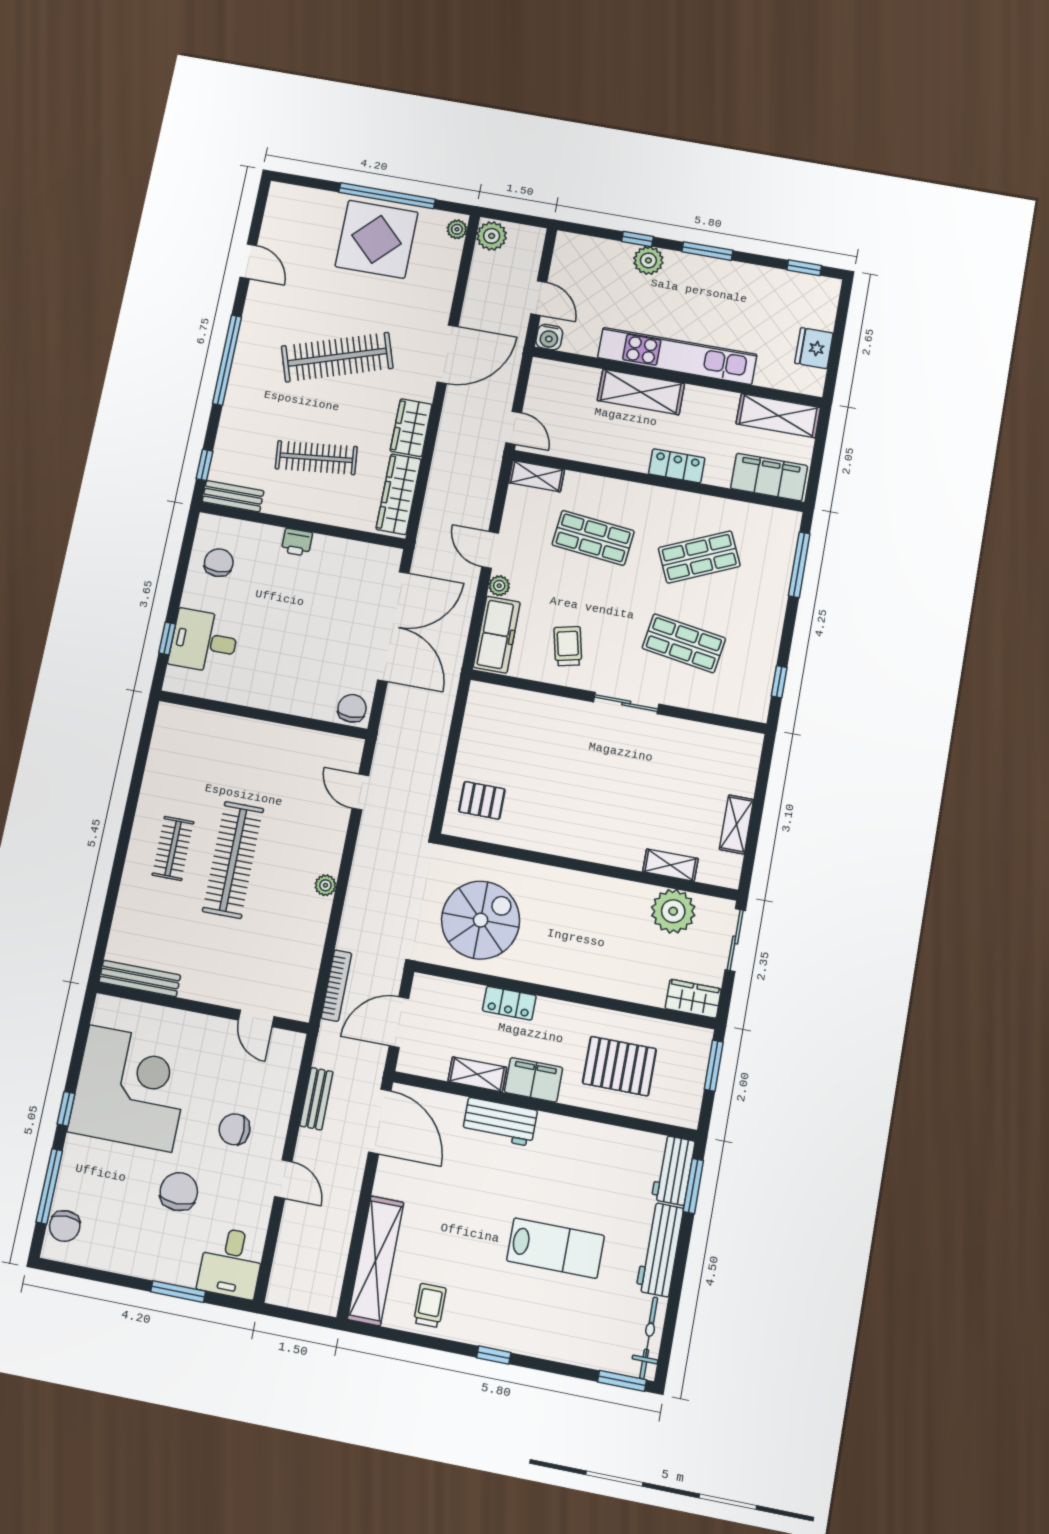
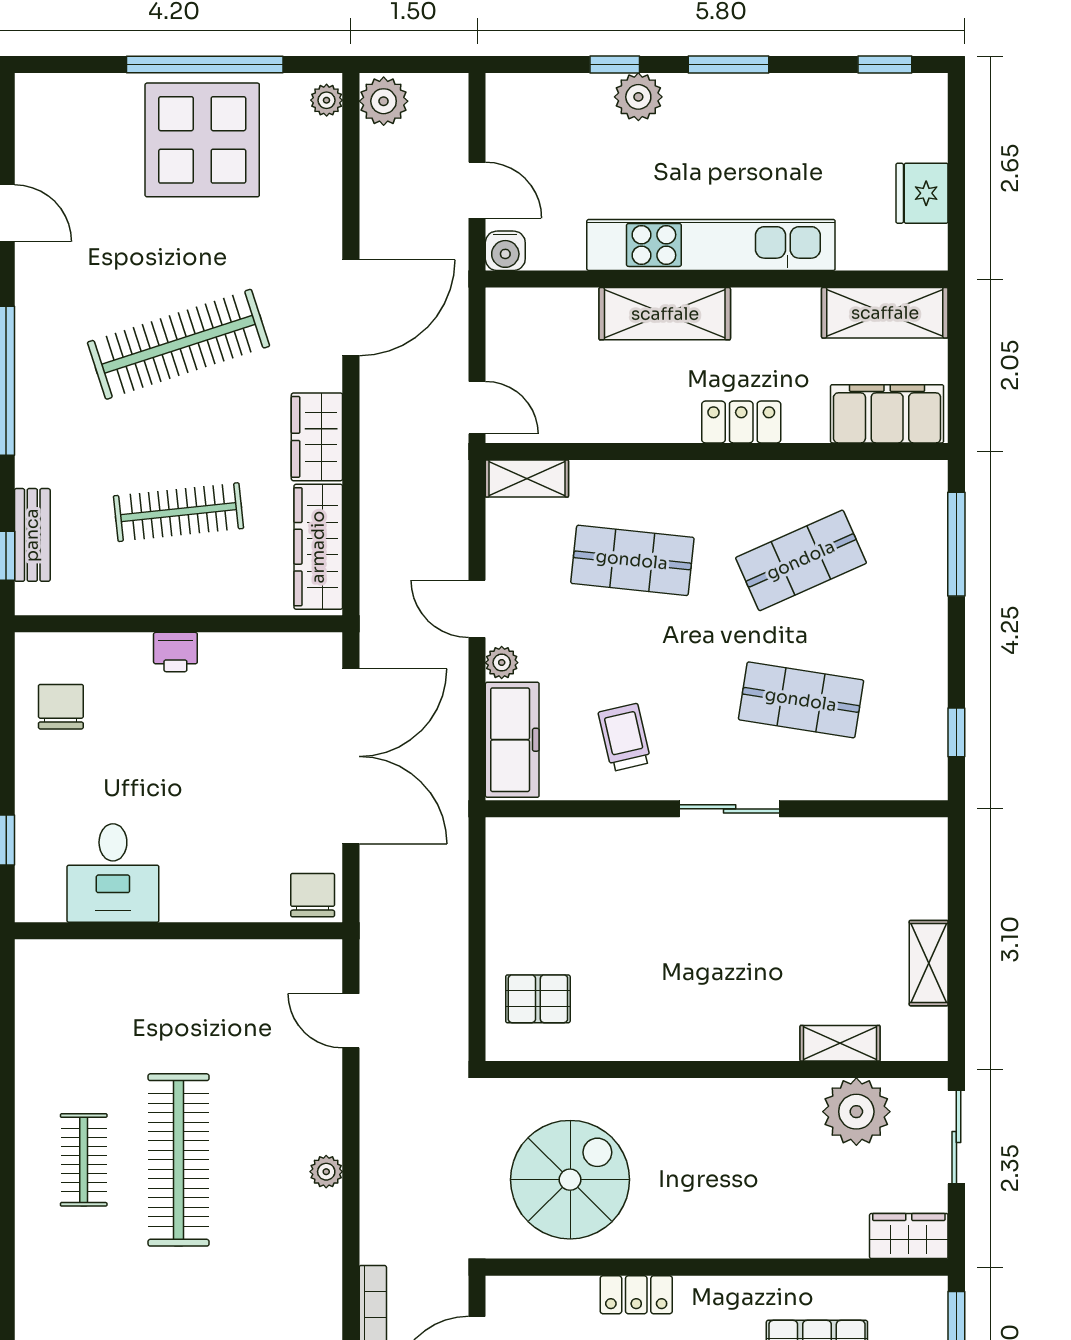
bench: (233, 496) -> (32, 535), moved, turned 90
desk: (204, 641) -> (113, 873), moved, turned -90

